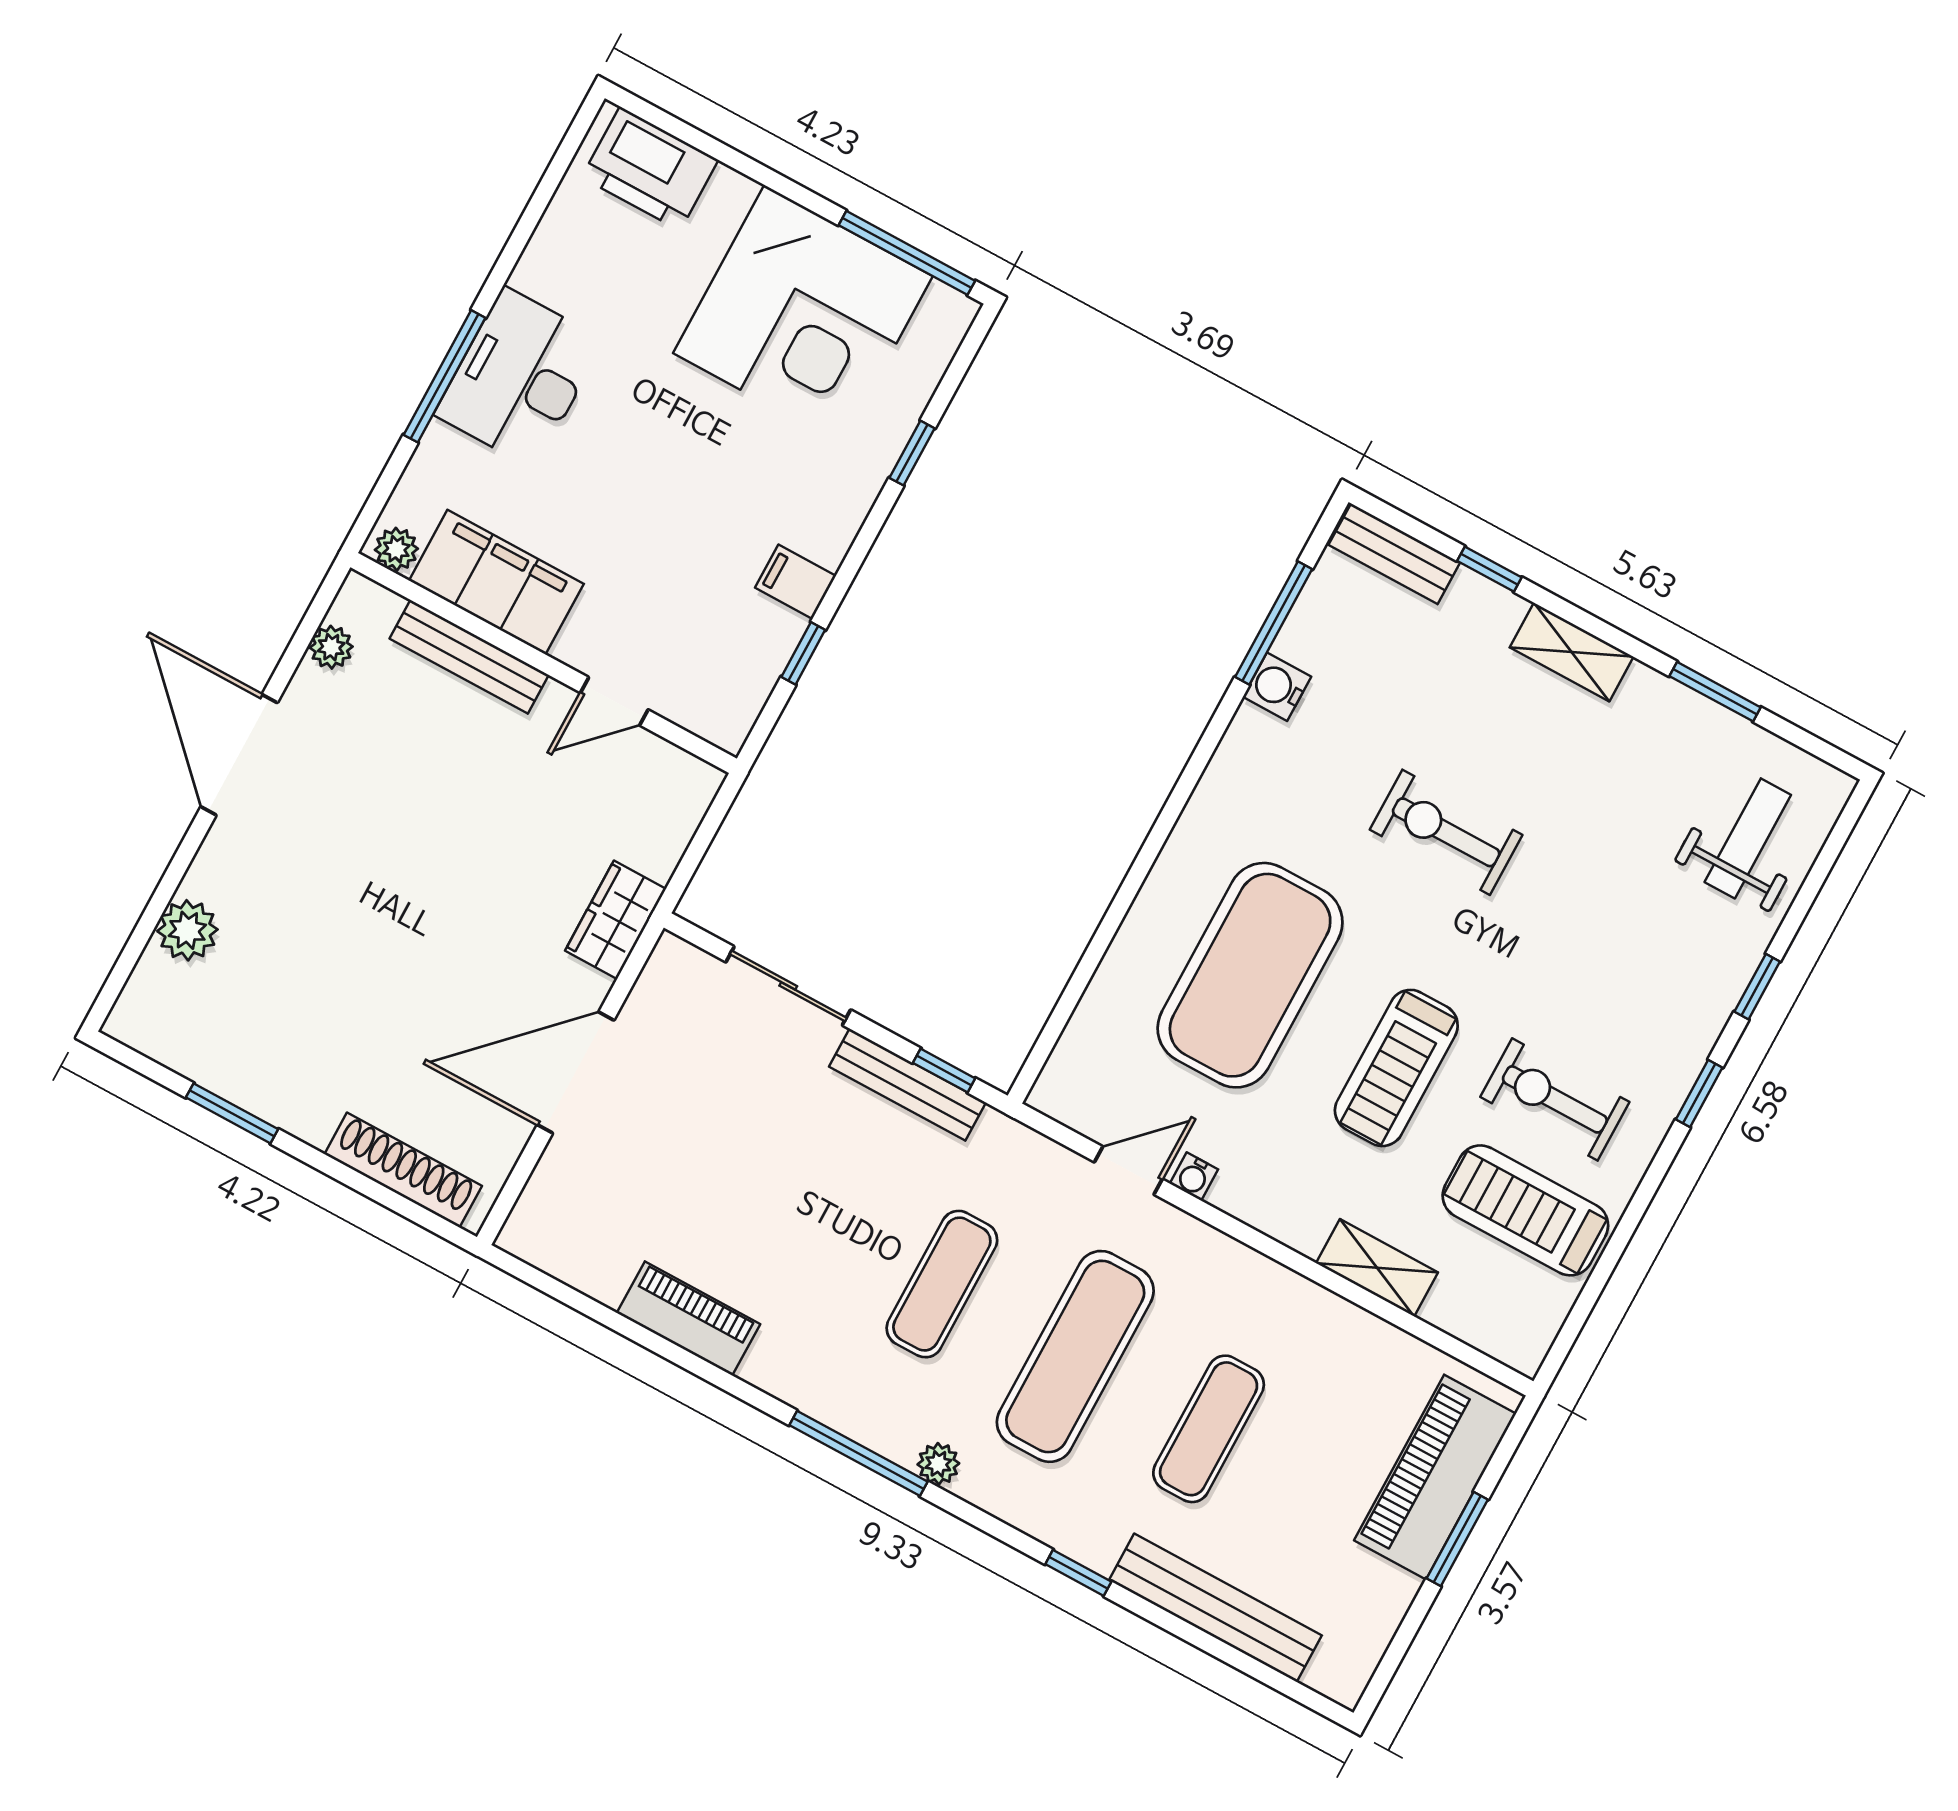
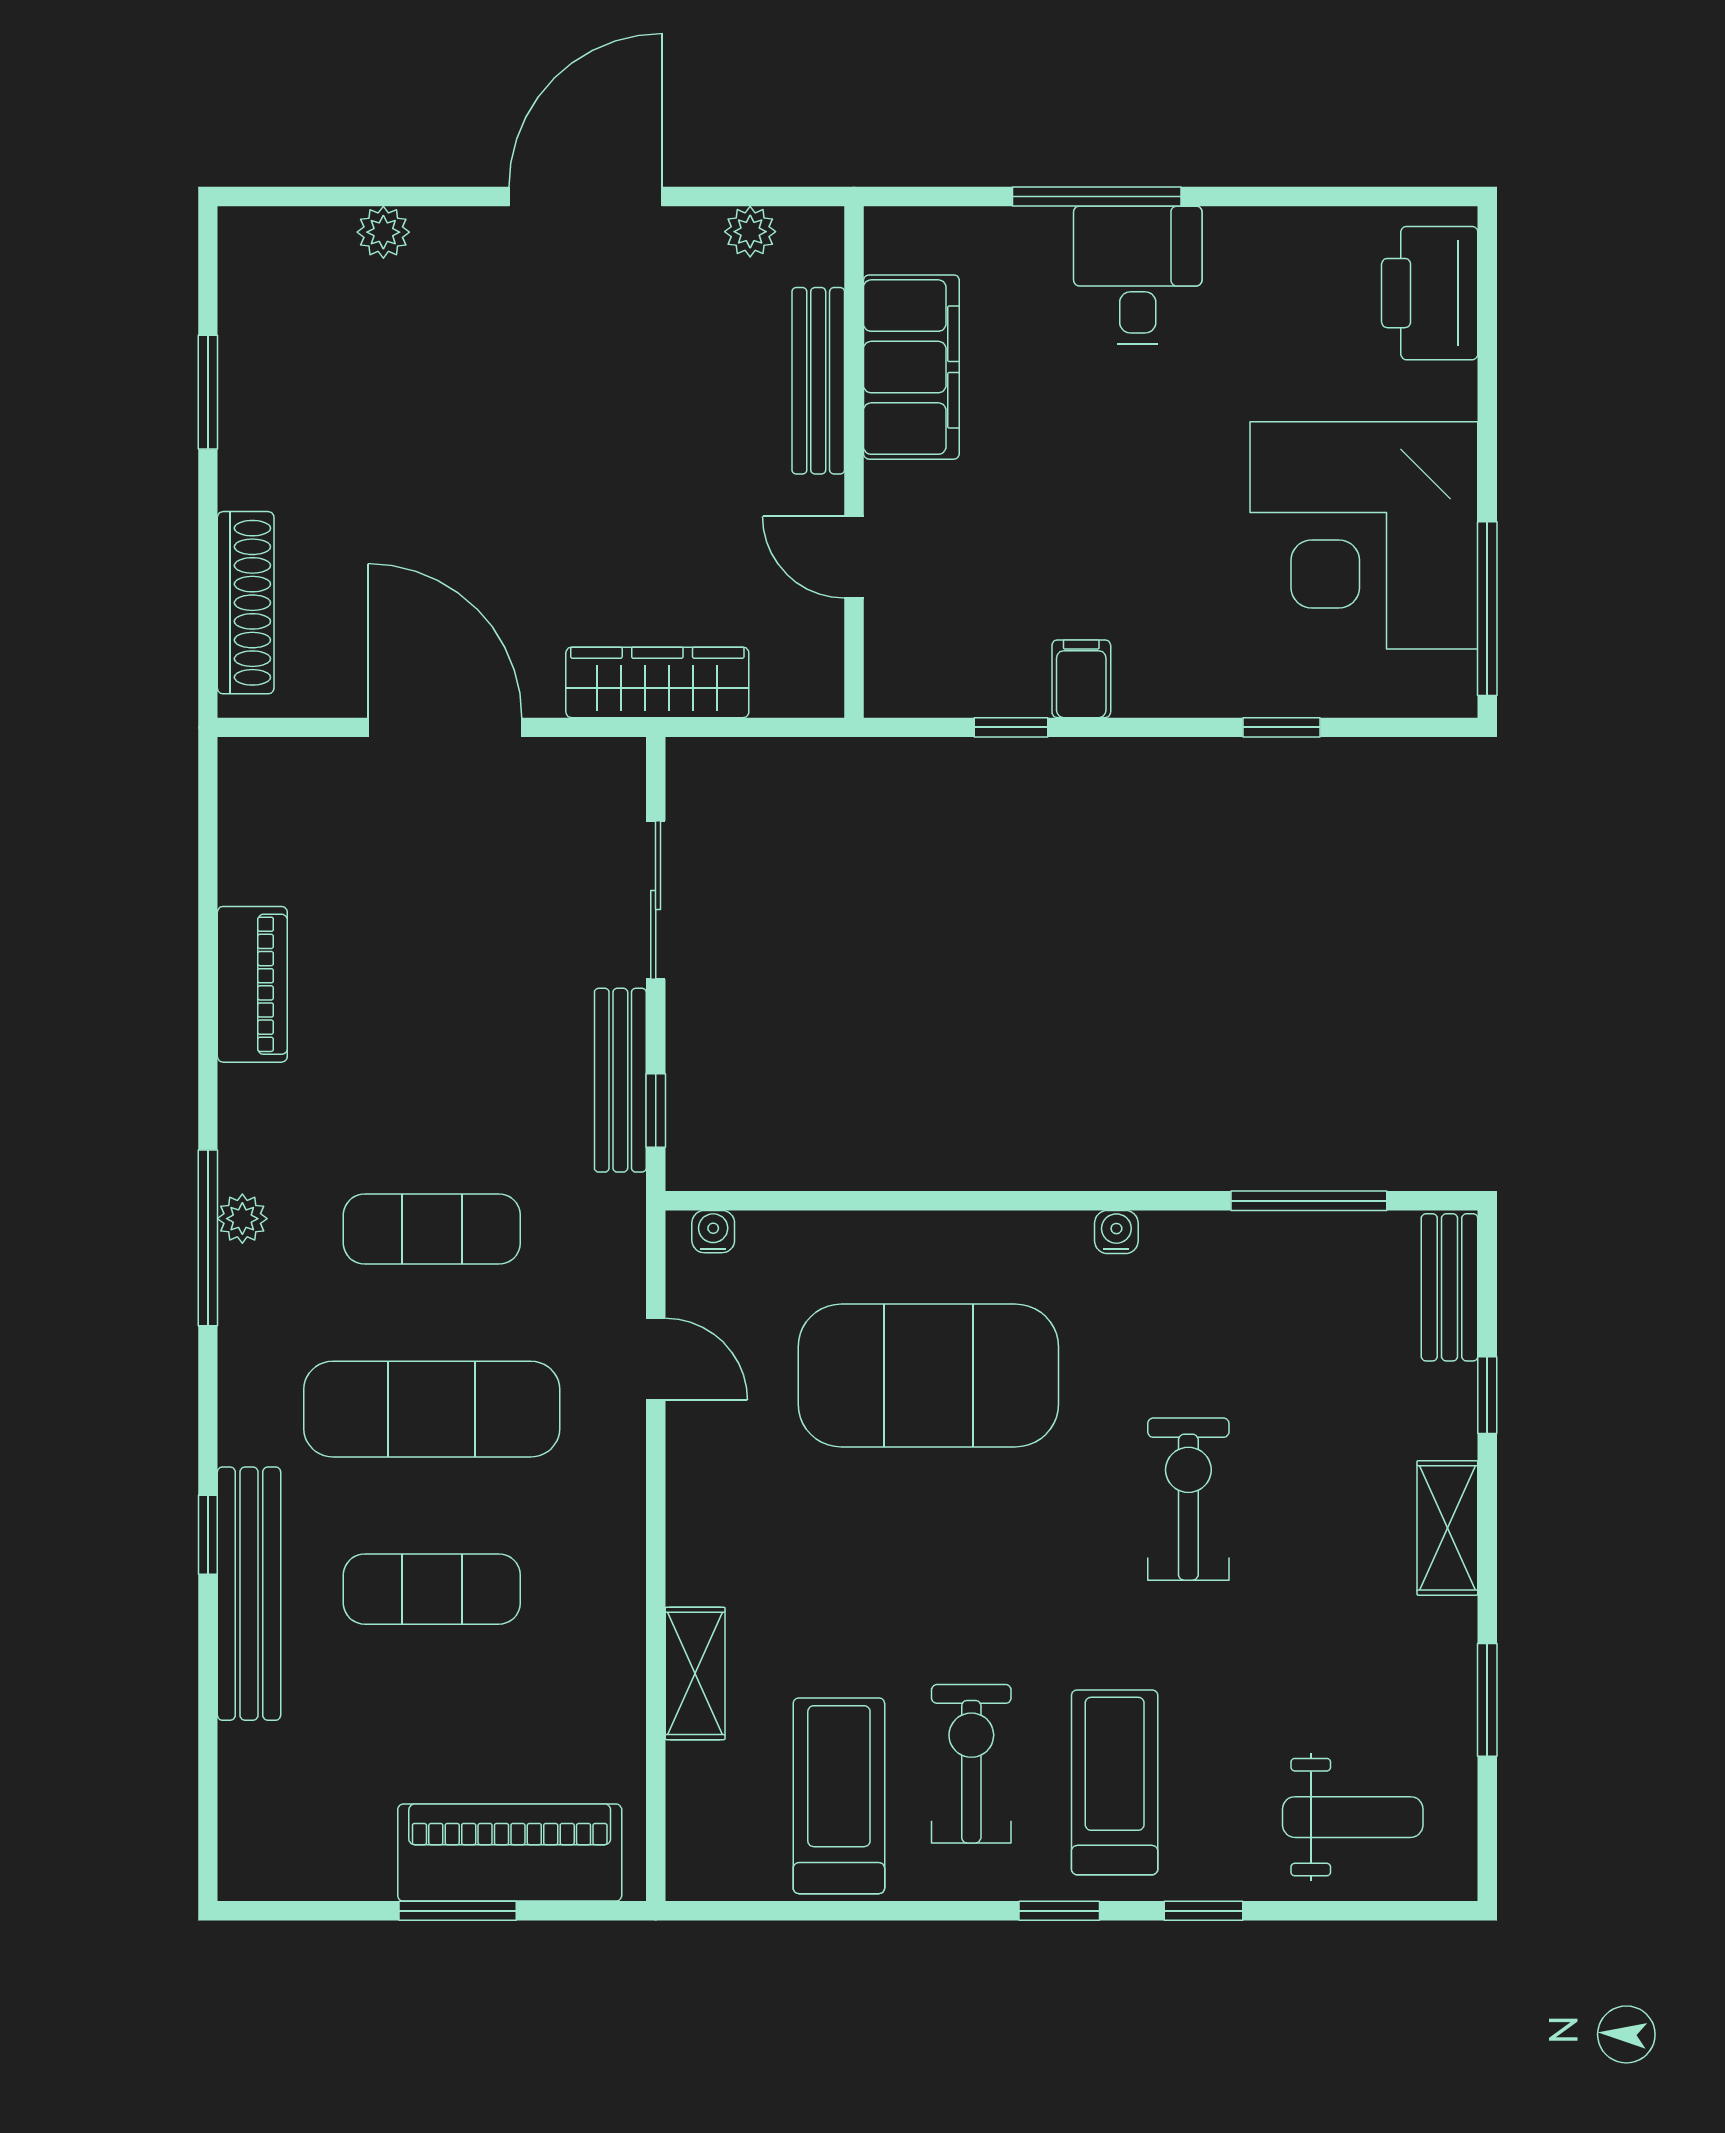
desk: (519, 378) -> (1138, 275), width x0.73
plant: (396, 549) -> (889, 244), removed
water cooler: (1277, 687) -> (1116, 1232), moved, width x0.72, depth x0.72
wardrobe: (616, 920) -> (657, 682), width x1.50
plant: (187, 930) -> (383, 232), width x0.73, depth x0.73
treadmill: (1396, 1068) -> (1115, 1782), moved, turned 90
water cooler: (1194, 1177) -> (713, 1232), moved, turned 90
plant: (938, 1464) -> (242, 1219), moved
bench: (1215, 1608) -> (249, 1594), moved

